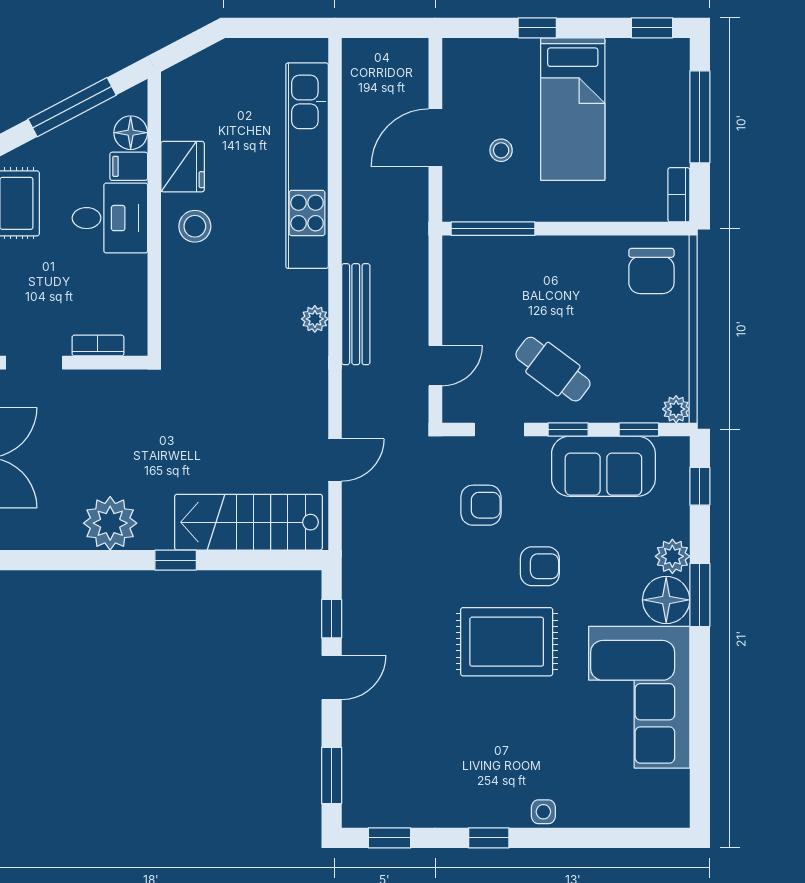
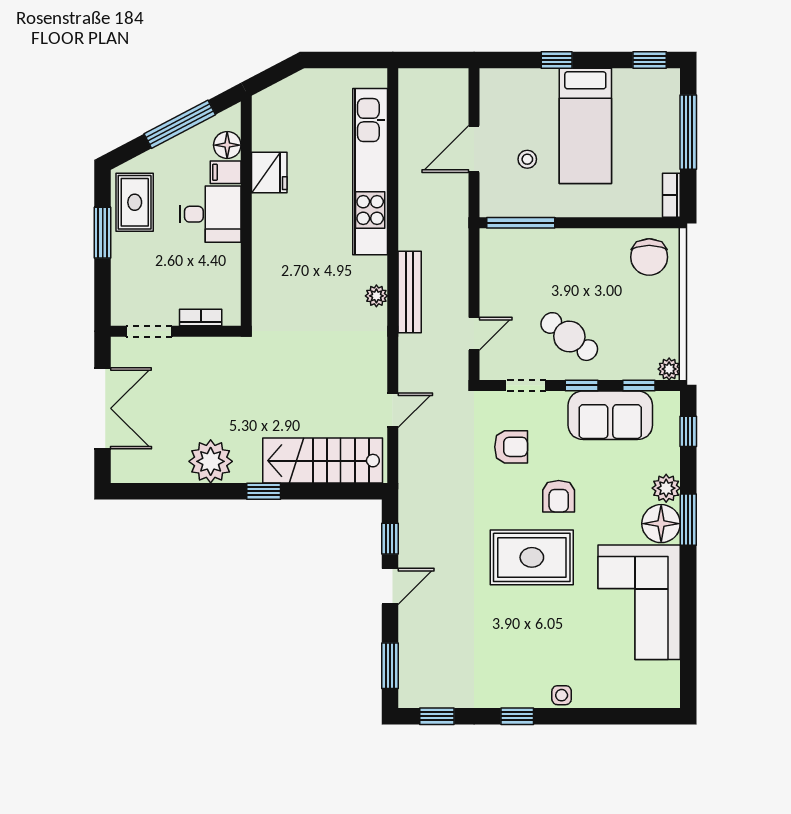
stool: (195, 226) -> (279, 221), removed
armchair: (540, 566) -> (559, 496), turned 90

